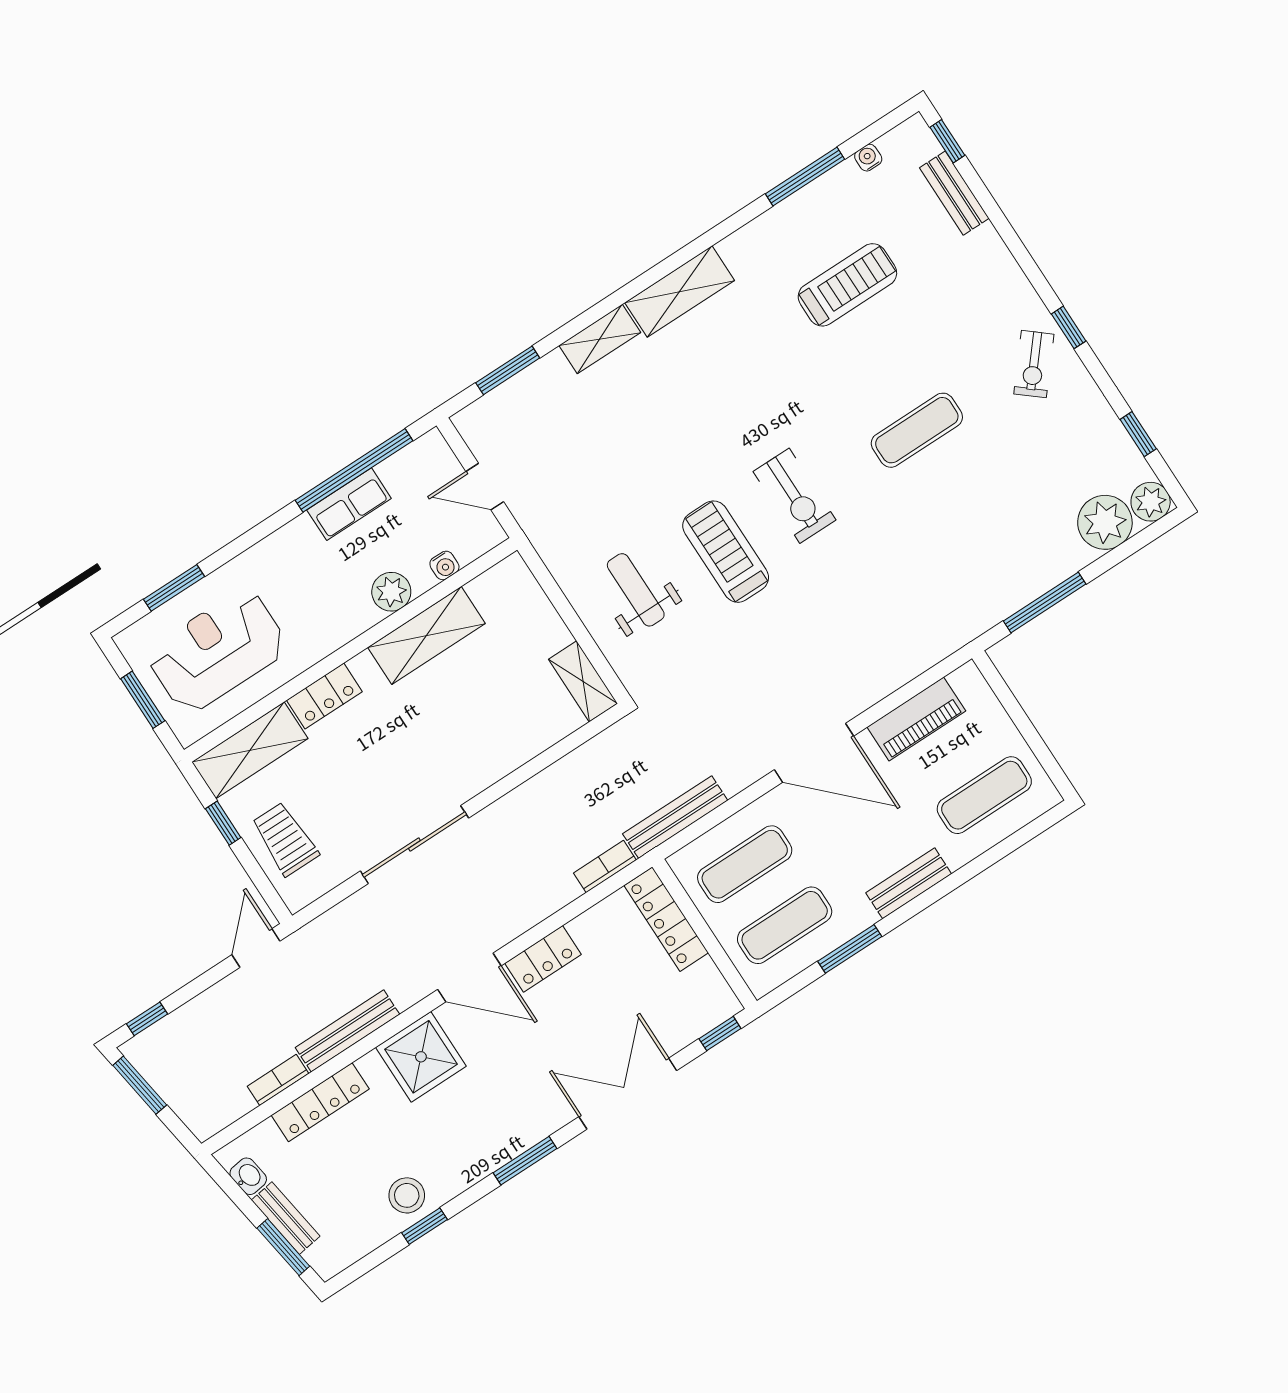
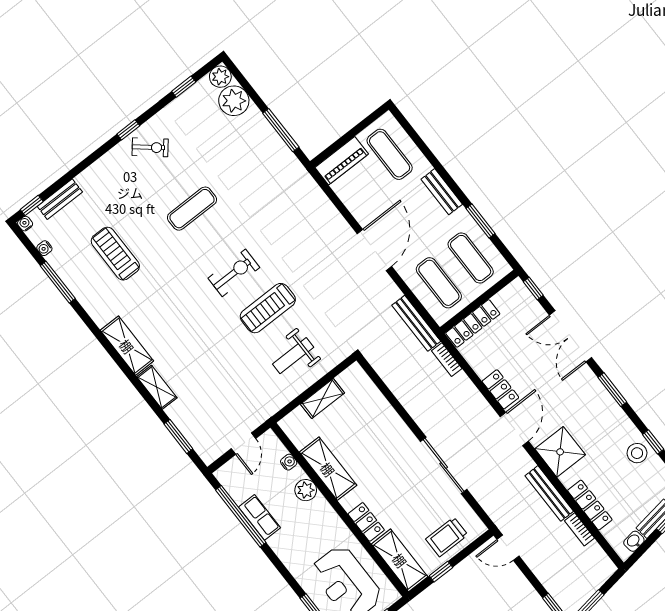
water cooler: (916, 127) -> (25, 224), added
exercise mat: (917, 430) -> (192, 209), turned 90
shelving: (583, 681) -> (323, 399), moved
piano: (916, 719) -> (342, 161), moved, turned 90

